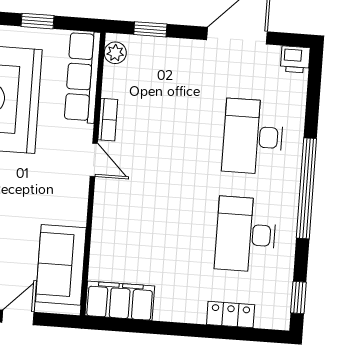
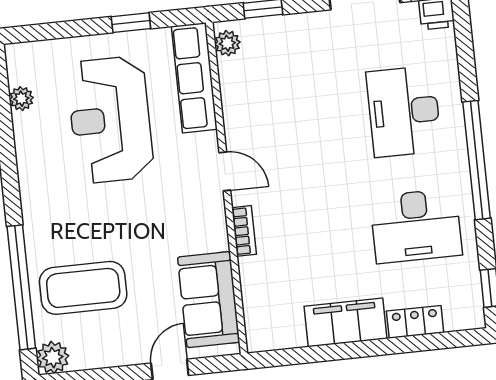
bookcase: (108, 120) -> (244, 231), moved
desk: (246, 234) -> (416, 226), turned -90
filing cabinet: (120, 301) -> (346, 322), moved

